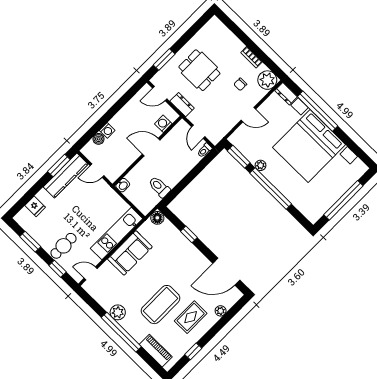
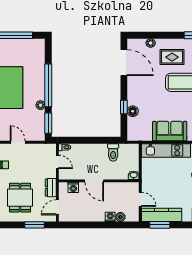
door: (160, 94) -> (57, 207), swing flipped
door: (198, 132) -> (57, 162), hinge flipped
floor lamp: (157, 218) -> (133, 111), moved

